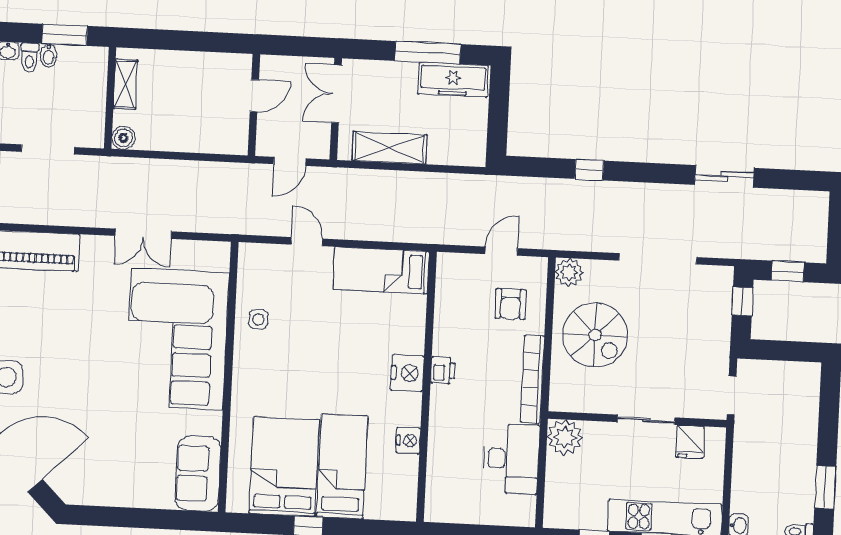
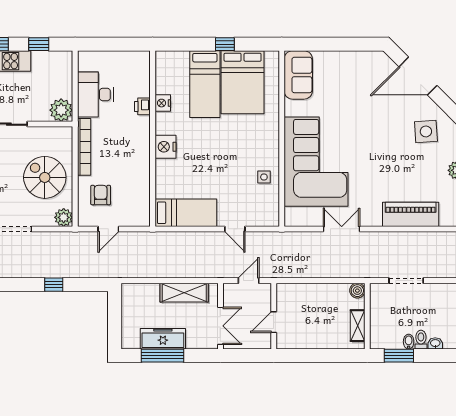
freezer: (453, 80) -> (163, 339), moved
printer: (443, 370) -> (142, 106), moved

